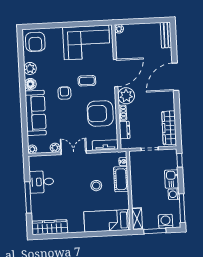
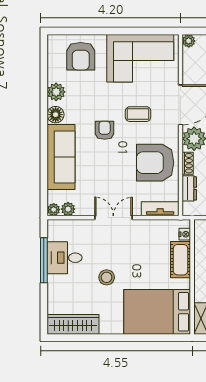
armchair: (35, 42) -> (81, 56), moved
plant: (55, 148) -> (68, 209), moved
stool: (96, 186) -> (107, 277), moved
window: (28, 197) -> (44, 260), moved
bed: (107, 221) -> (157, 312), width x1.50

